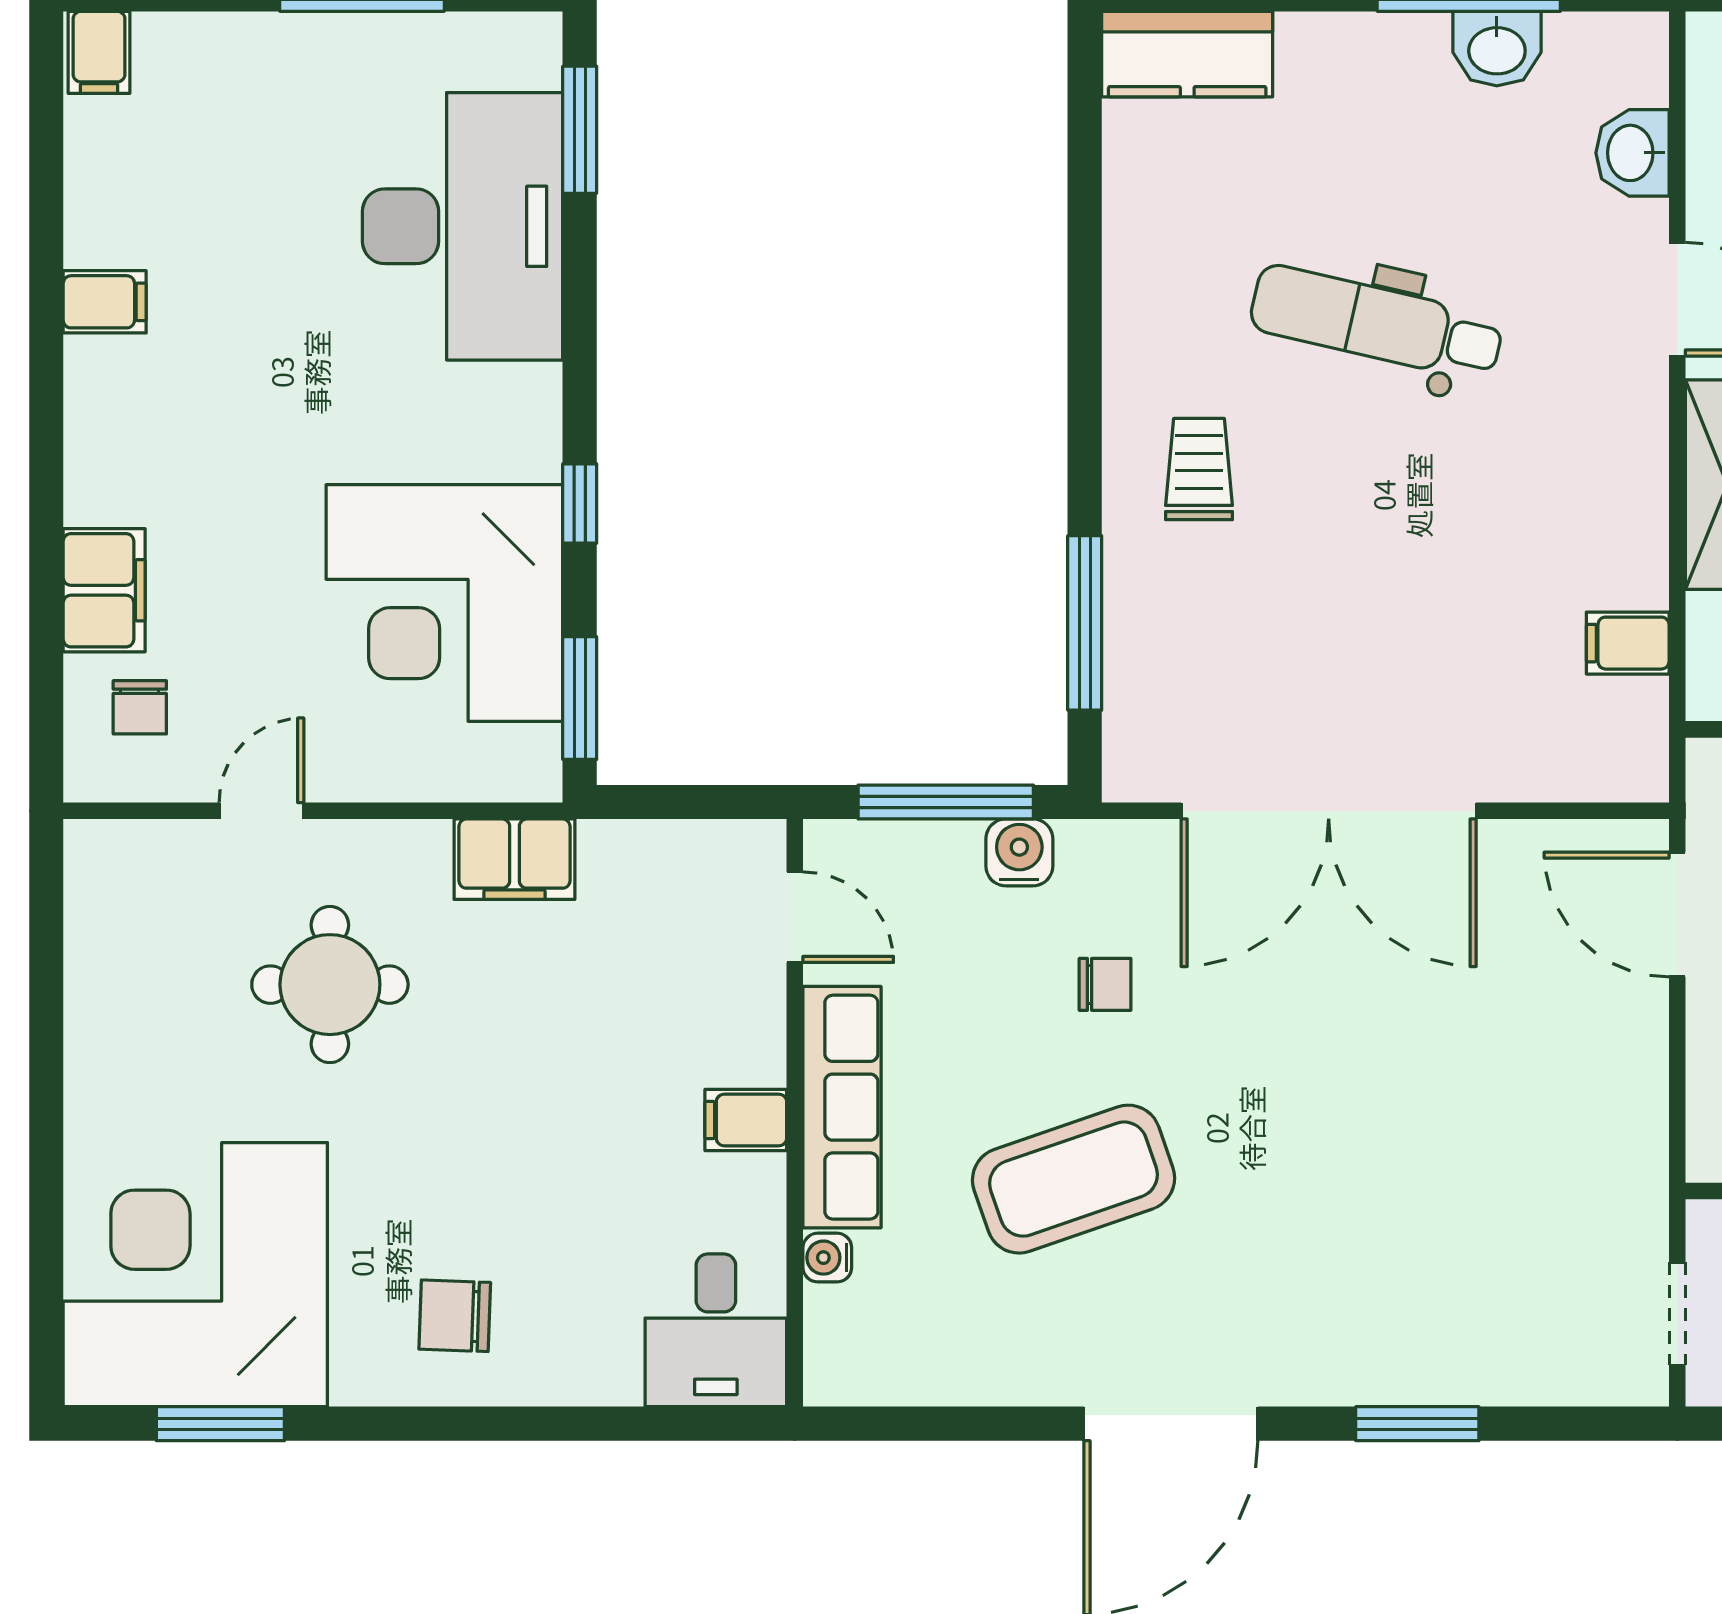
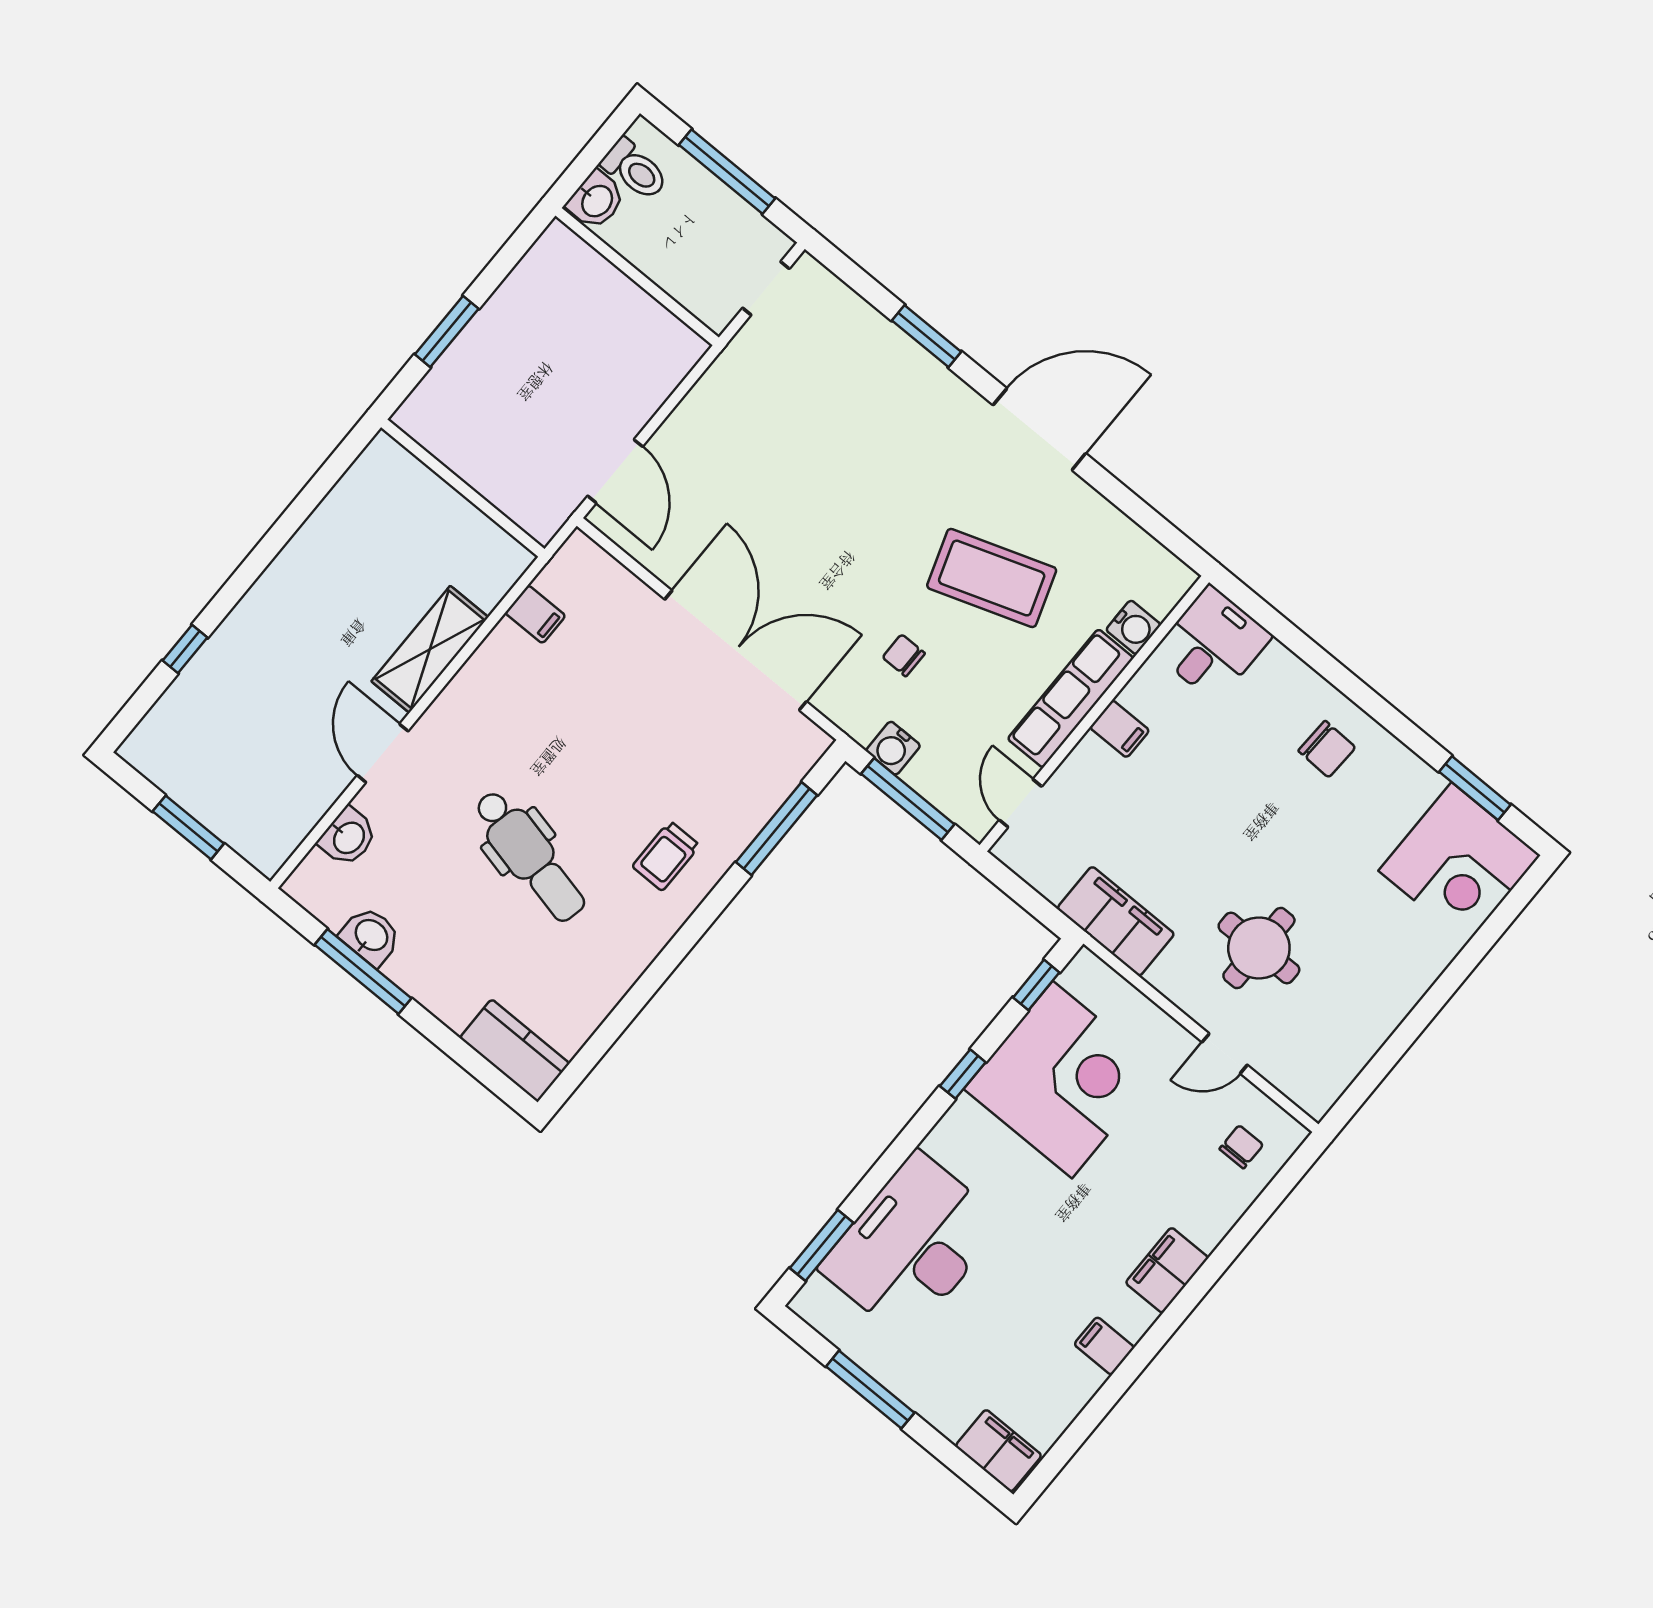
filing cabinet: (99, 52) -> (998, 1451), width x2.00
filing cabinet: (104, 590) -> (1167, 1270), moved
window: (580, 698) -> (1036, 985), width x0.67
filing cabinet: (514, 859) -> (1116, 921), width x1.50, depth x1.17
water cooler: (827, 1258) -> (1133, 627), width x1.38, depth x1.38
corner desk: (195, 1275) -> (1459, 863), width x0.74, depth x0.74

